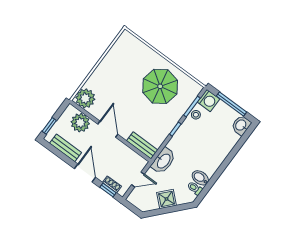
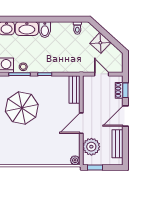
plant: (85, 98) -> (75, 160), width x0.53, depth x0.53
window: (49, 126) -> (95, 167), moved
washbasin: (163, 161) -> (27, 29), moved, turned 180
bidet: (200, 178) -> (45, 30), moved

